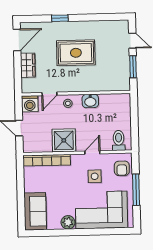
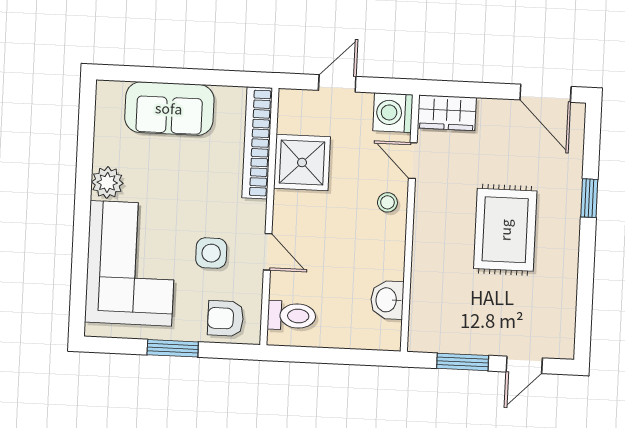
wardrobe: (28, 65) -> (447, 113), moved
washbasin: (90, 101) -> (387, 300), moved
shower: (64, 140) -> (302, 162), moved
window: (136, 190) -> (173, 348), width x0.69
sofa: (35, 211) -> (169, 108), moved

